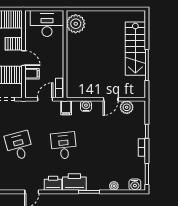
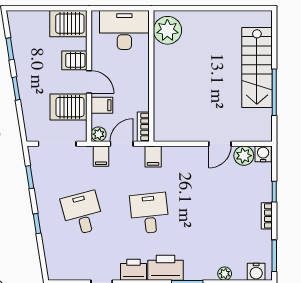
plant: (30, 93) -> (99, 134), added
water cooler: (86, 106) -> (263, 154), moved
filing cabinet: (31, 108) -> (101, 156), added

